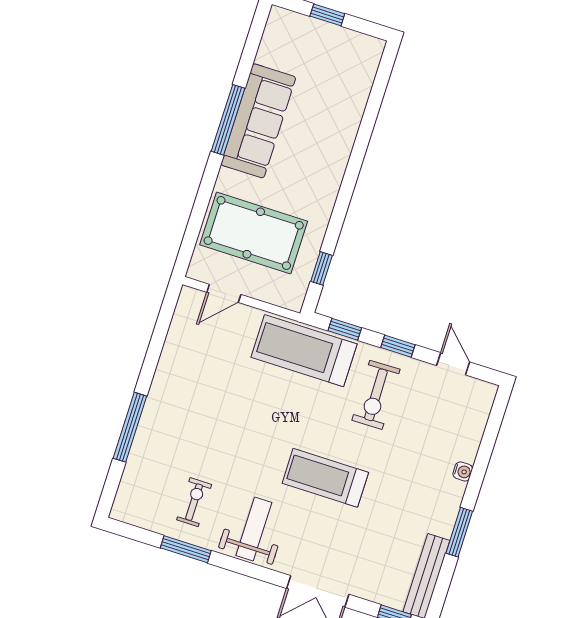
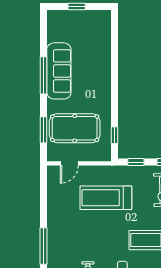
window: (197, 218) -> (43, 130), added
treadmill: (304, 351) -> (106, 198), moved

